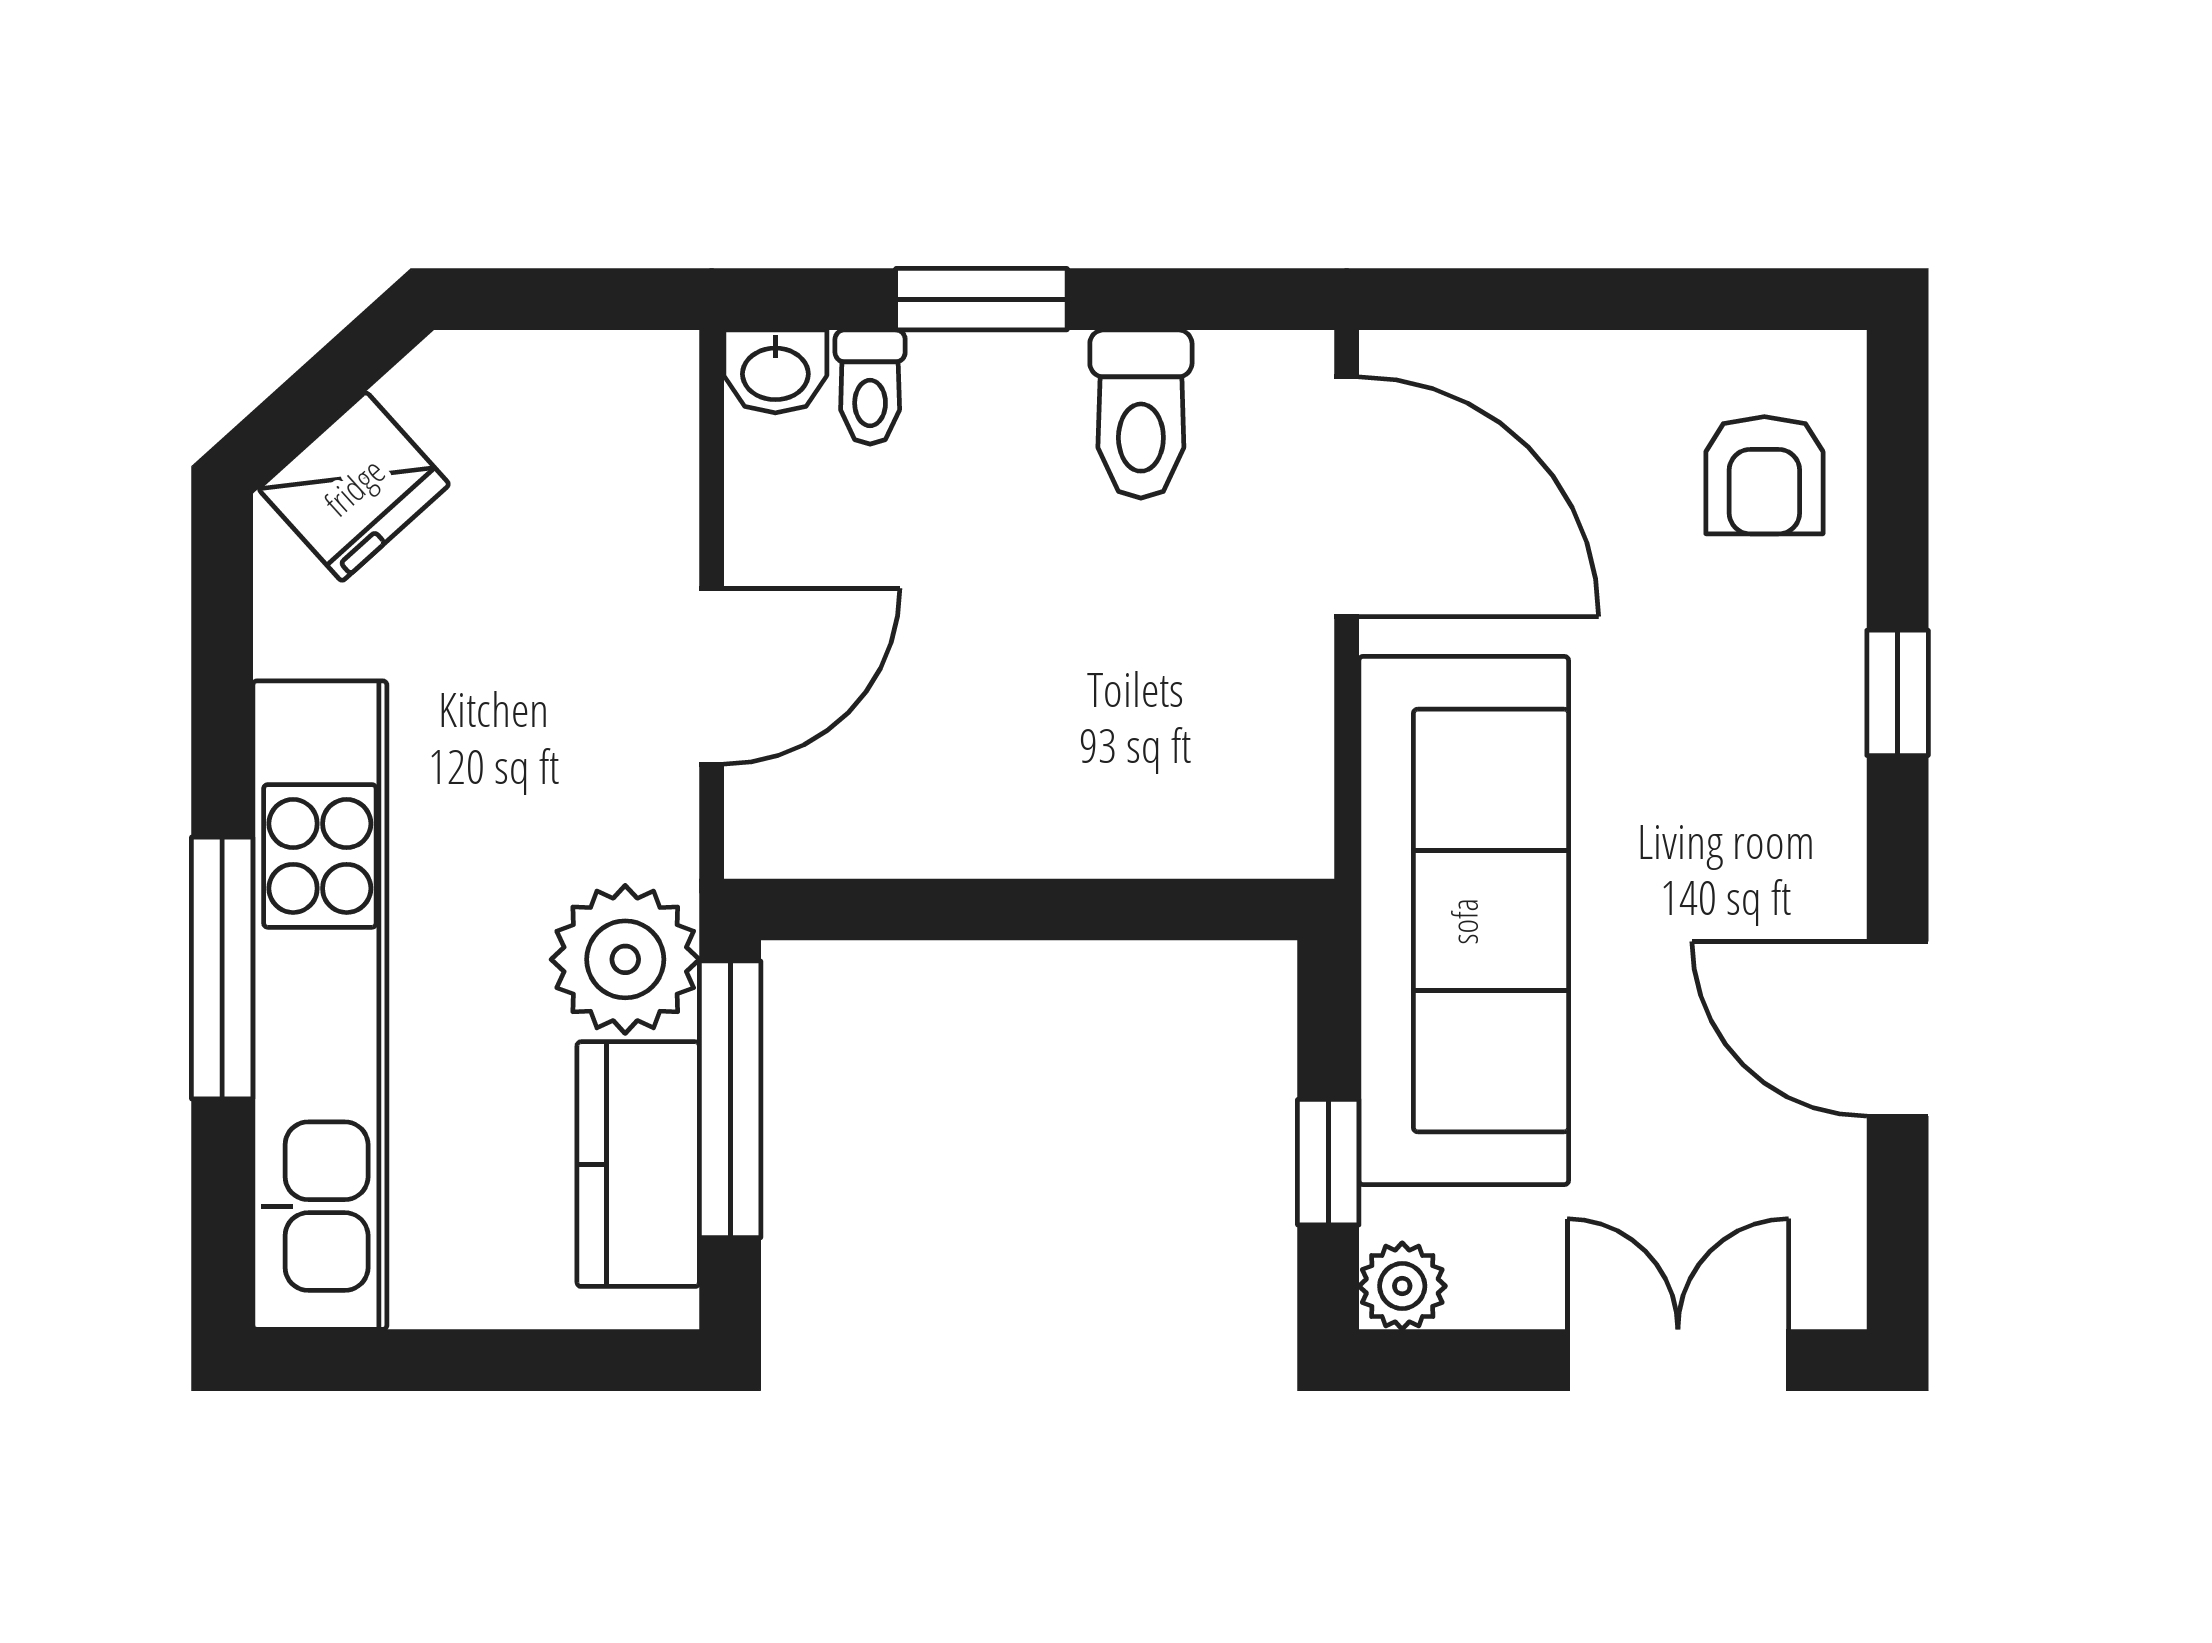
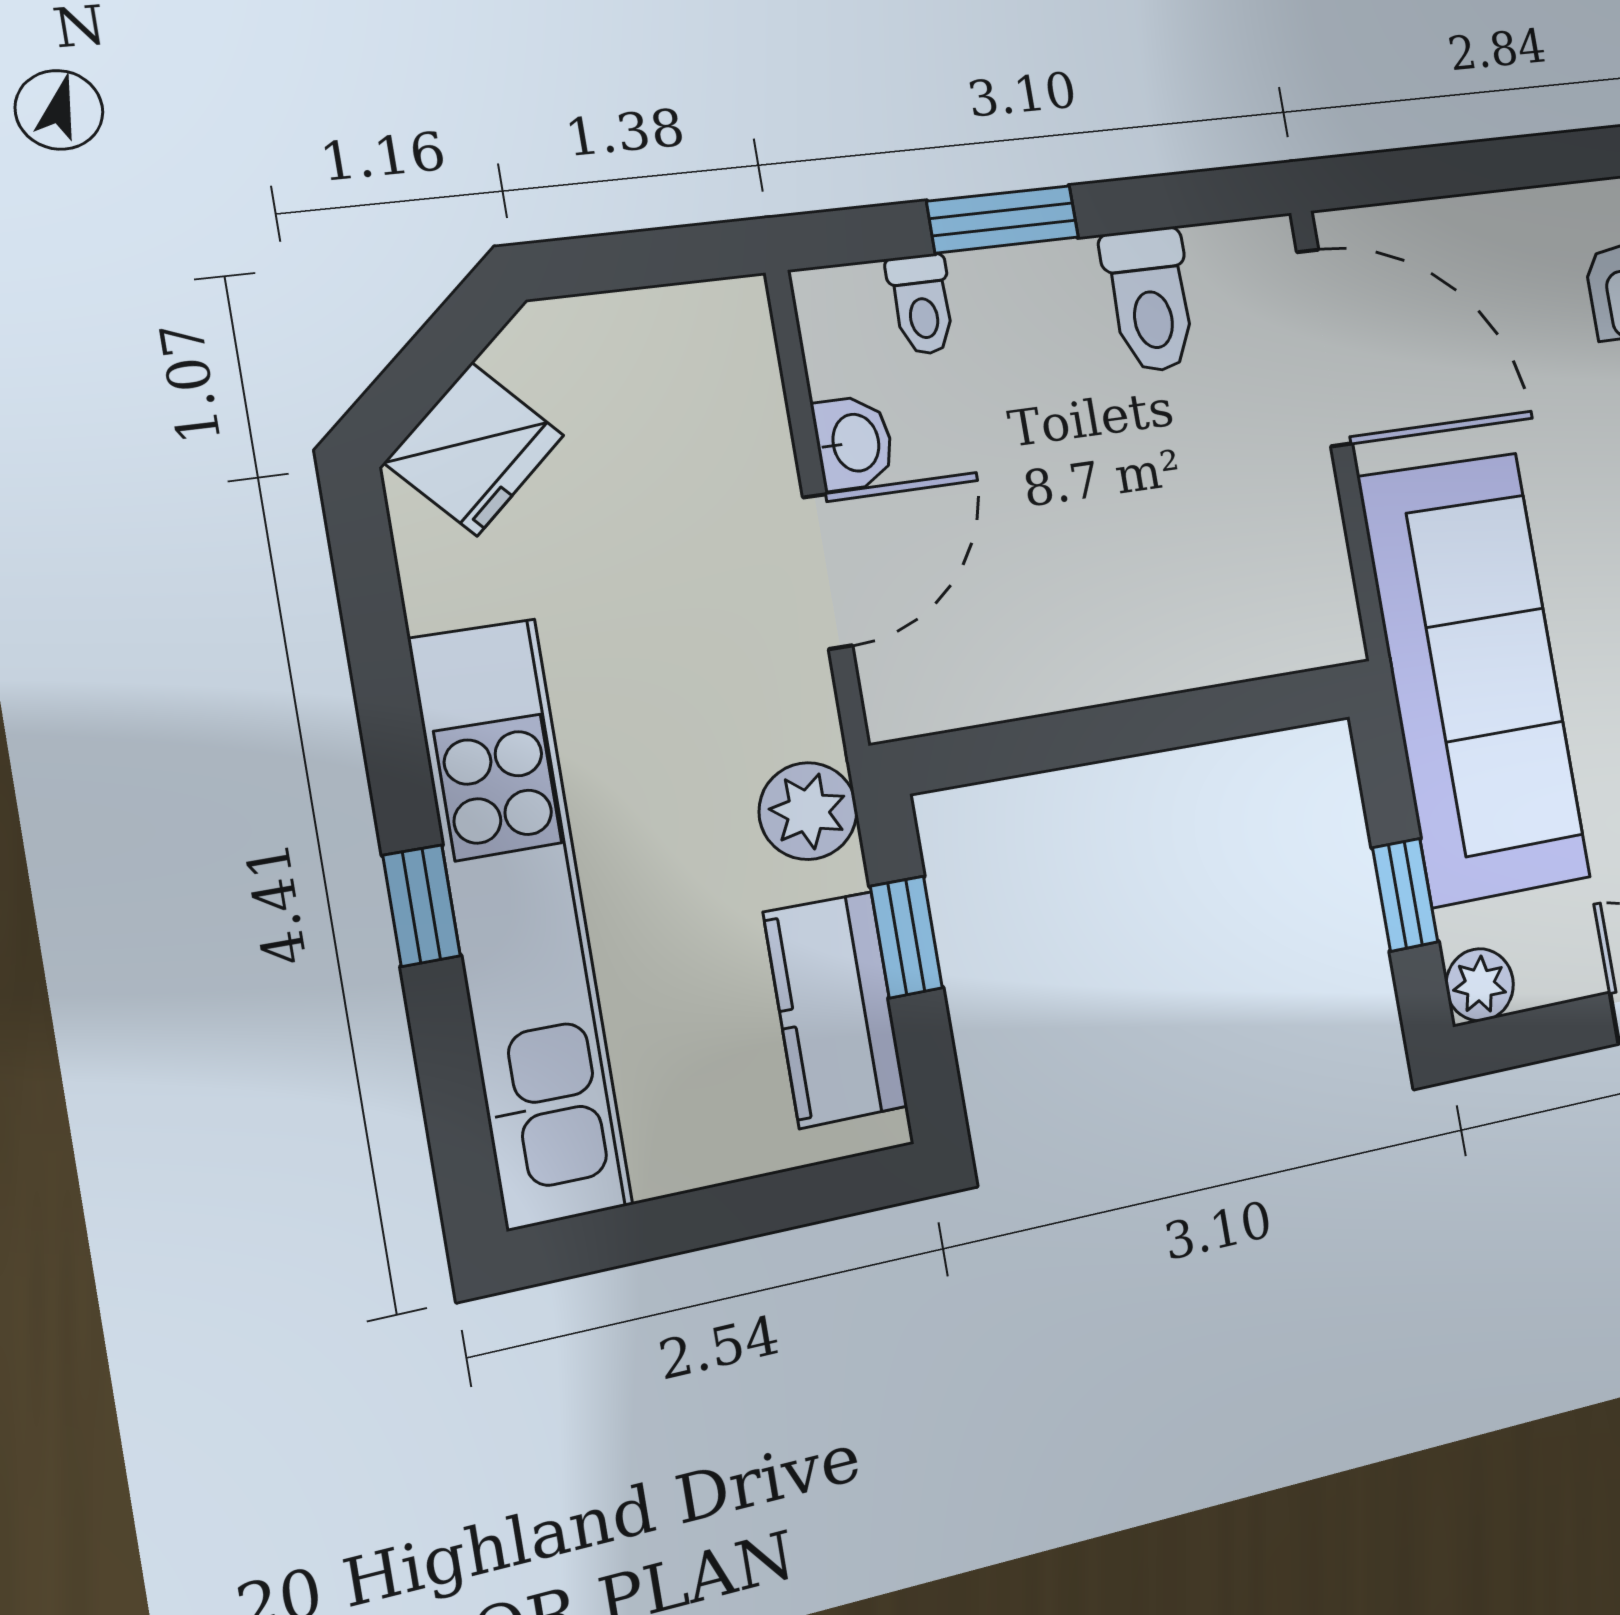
washbasin: (775, 371) -> (854, 443), moved, turned -90
plant: (625, 959) -> (808, 811), width x0.73, depth x0.73
window: (222, 968) -> (422, 906), width x0.46
window: (730, 1099) -> (906, 937), width x0.46

